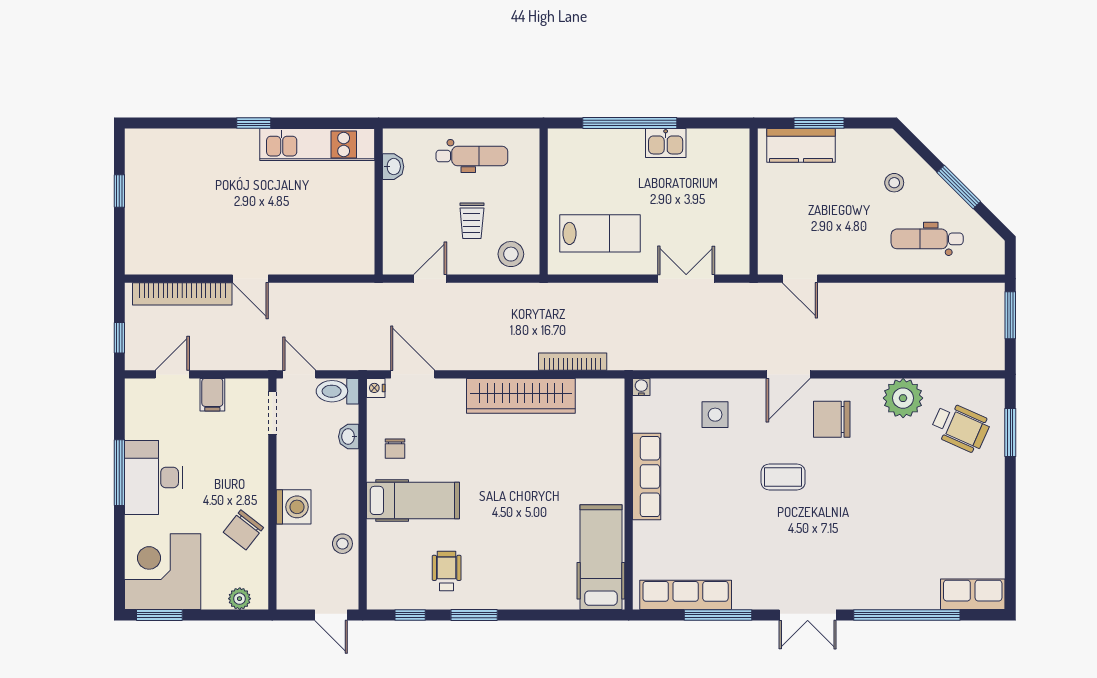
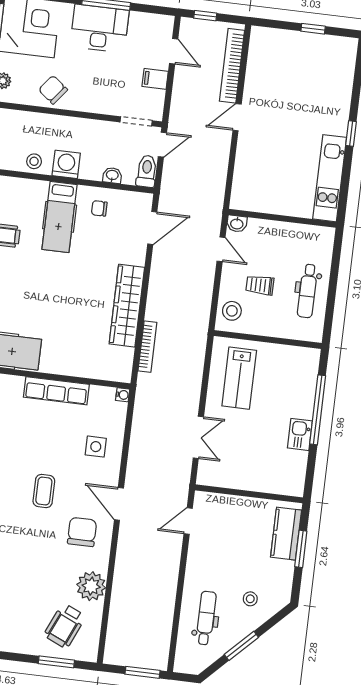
washbasin: (393, 167) -> (237, 224), moved
nightstand: (376, 388) -> (146, 200), removed
washing machine: (294, 507) -> (66, 164), moved, turned 180

